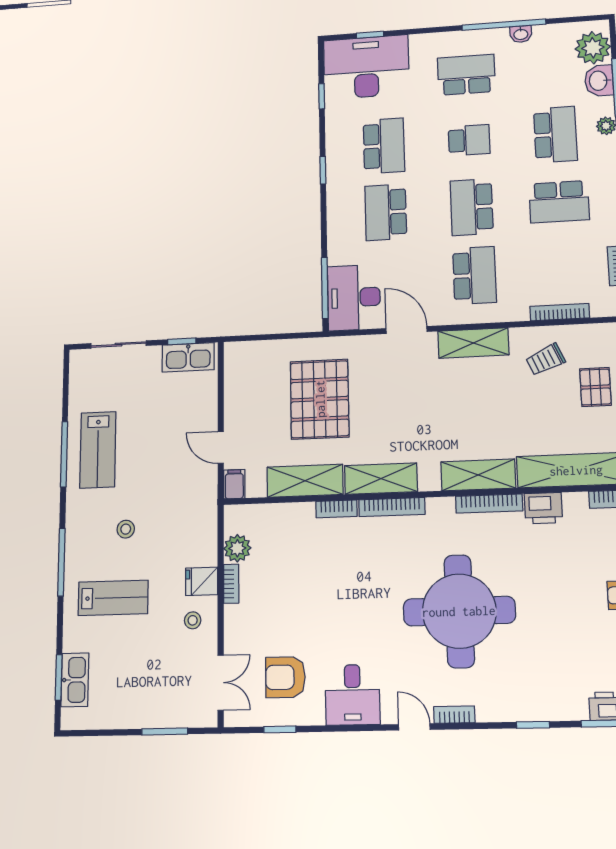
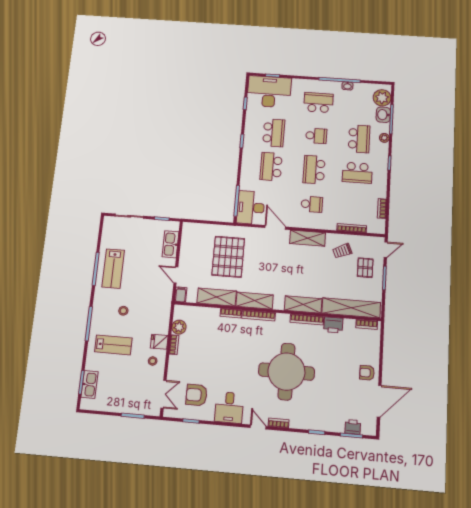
school desk: (474, 275) -> (312, 204), width x0.54
kitchen sink: (188, 357) -> (170, 244), moved, turned 90

